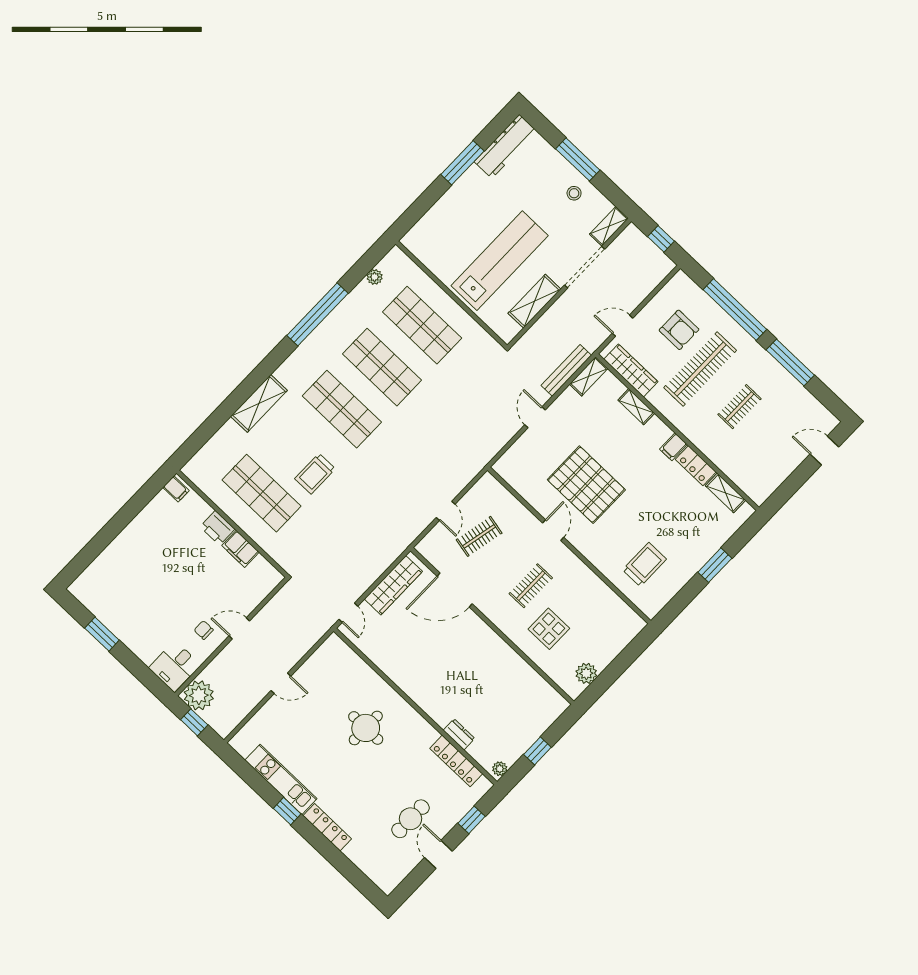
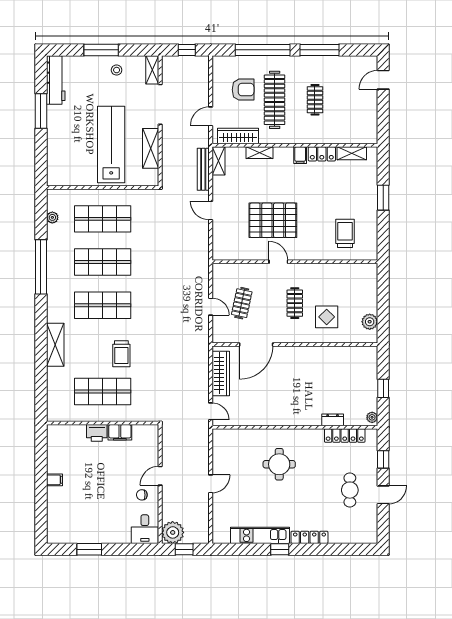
filing cabinet: (176, 489) -> (55, 480), moved
door: (438, 854) -> (383, 495), swing flipped

